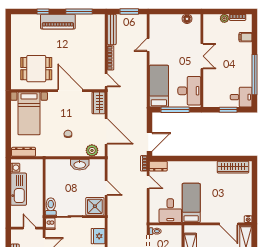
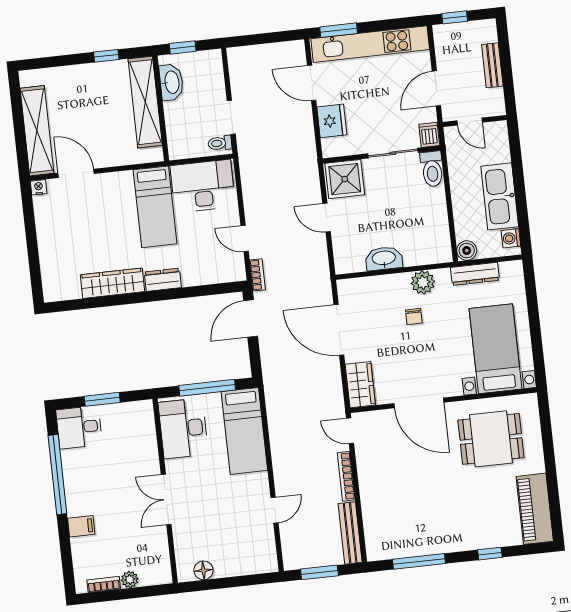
piano: (58, 22) -> (535, 509), moved, turned -90
filing cabinet: (246, 37) -> (81, 526), moved
plant: (92, 150) -> (423, 282), moved
dresser: (24, 152) -> (475, 274), moved
boiler: (38, 164) -> (467, 251), added
dresser: (158, 166) -> (163, 280), moved
wardrobe: (233, 167) -> (112, 283), moved
desk: (170, 211) -> (203, 186), width x1.37

